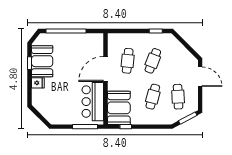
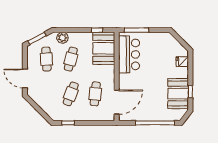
door: (106, 69) -> (117, 102), moved
fridge: (38, 83) -> (182, 62), moved
plant: (161, 119) -> (62, 38), added

